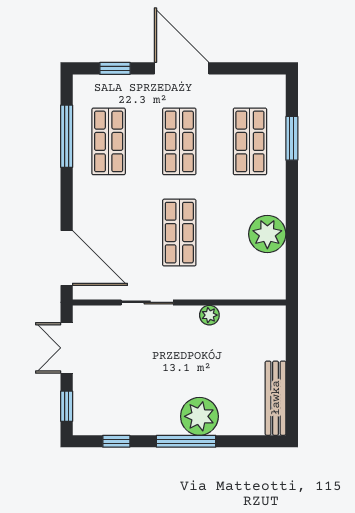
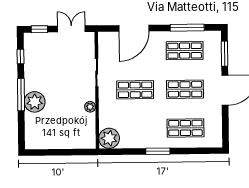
window: (115, 68) -> (225, 54), width x1.50
window: (292, 138) -> (158, 151), moved
plant: (267, 234) -> (109, 138), moved
door: (67, 258) -> (134, 28), moved
bench: (276, 398) -> (45, 143), removed

